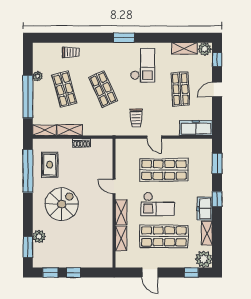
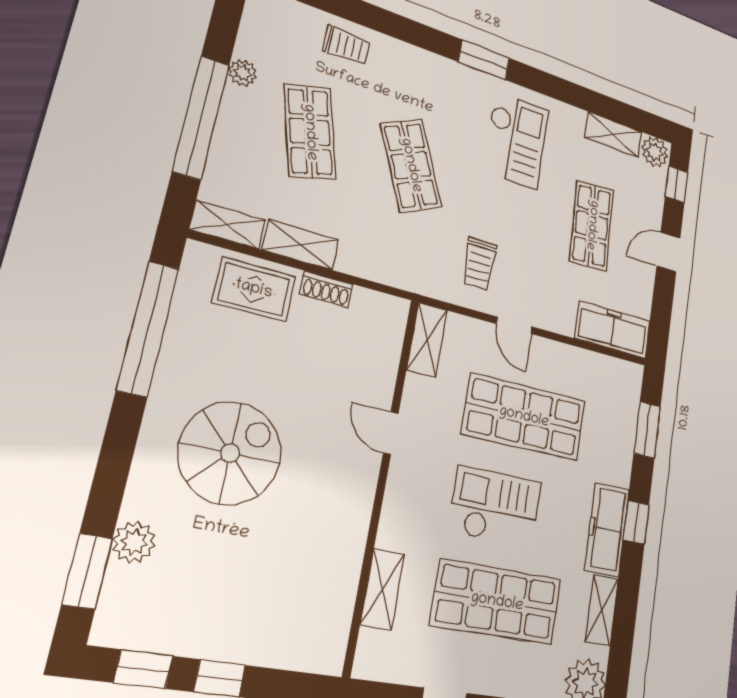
rug: (50, 165) -> (254, 289), moved, turned 90
checkout: (158, 204) -> (495, 507), turned 180
freezer: (205, 209) -> (607, 529), width x1.40
shelving: (121, 212) -> (427, 340), moved

